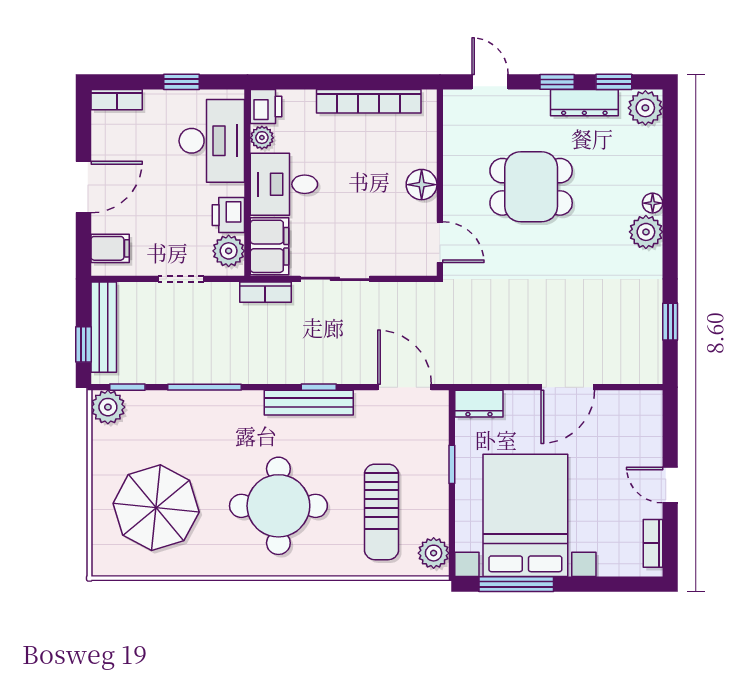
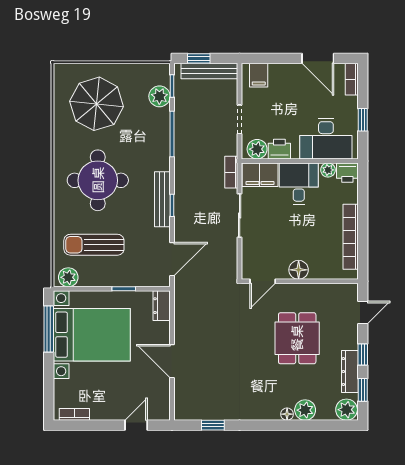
door: (83, 187) -> (318, 58), moved
plant: (646, 232) -> (305, 410), moved
plant: (108, 407) -> (159, 96), moved
door: (670, 485) -> (136, 425), moved

